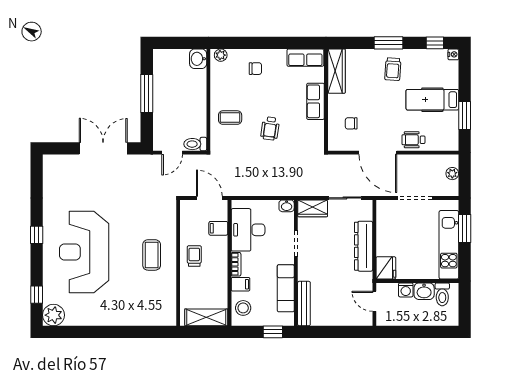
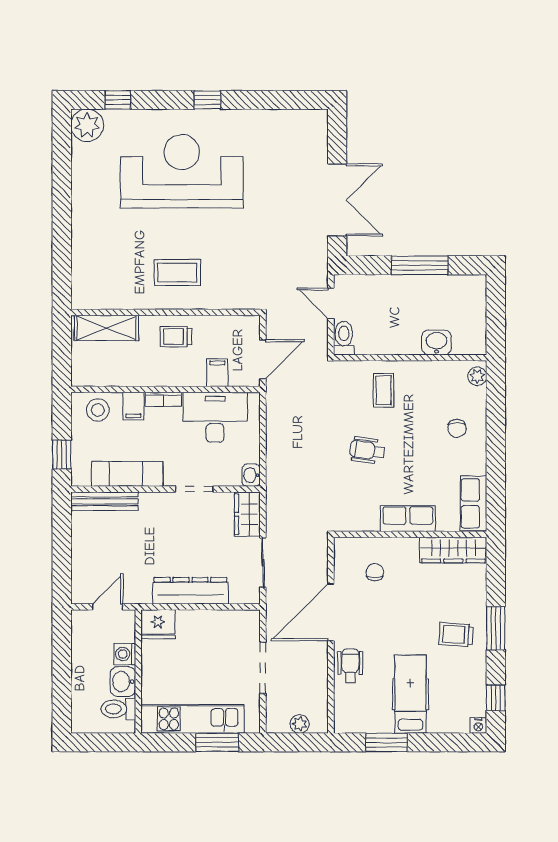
washbasin: (198, 59) -> (437, 342), moved
trolley: (194, 256) -> (176, 337), turned 180
shelving: (206, 317) -> (106, 328), moved, turned 90

